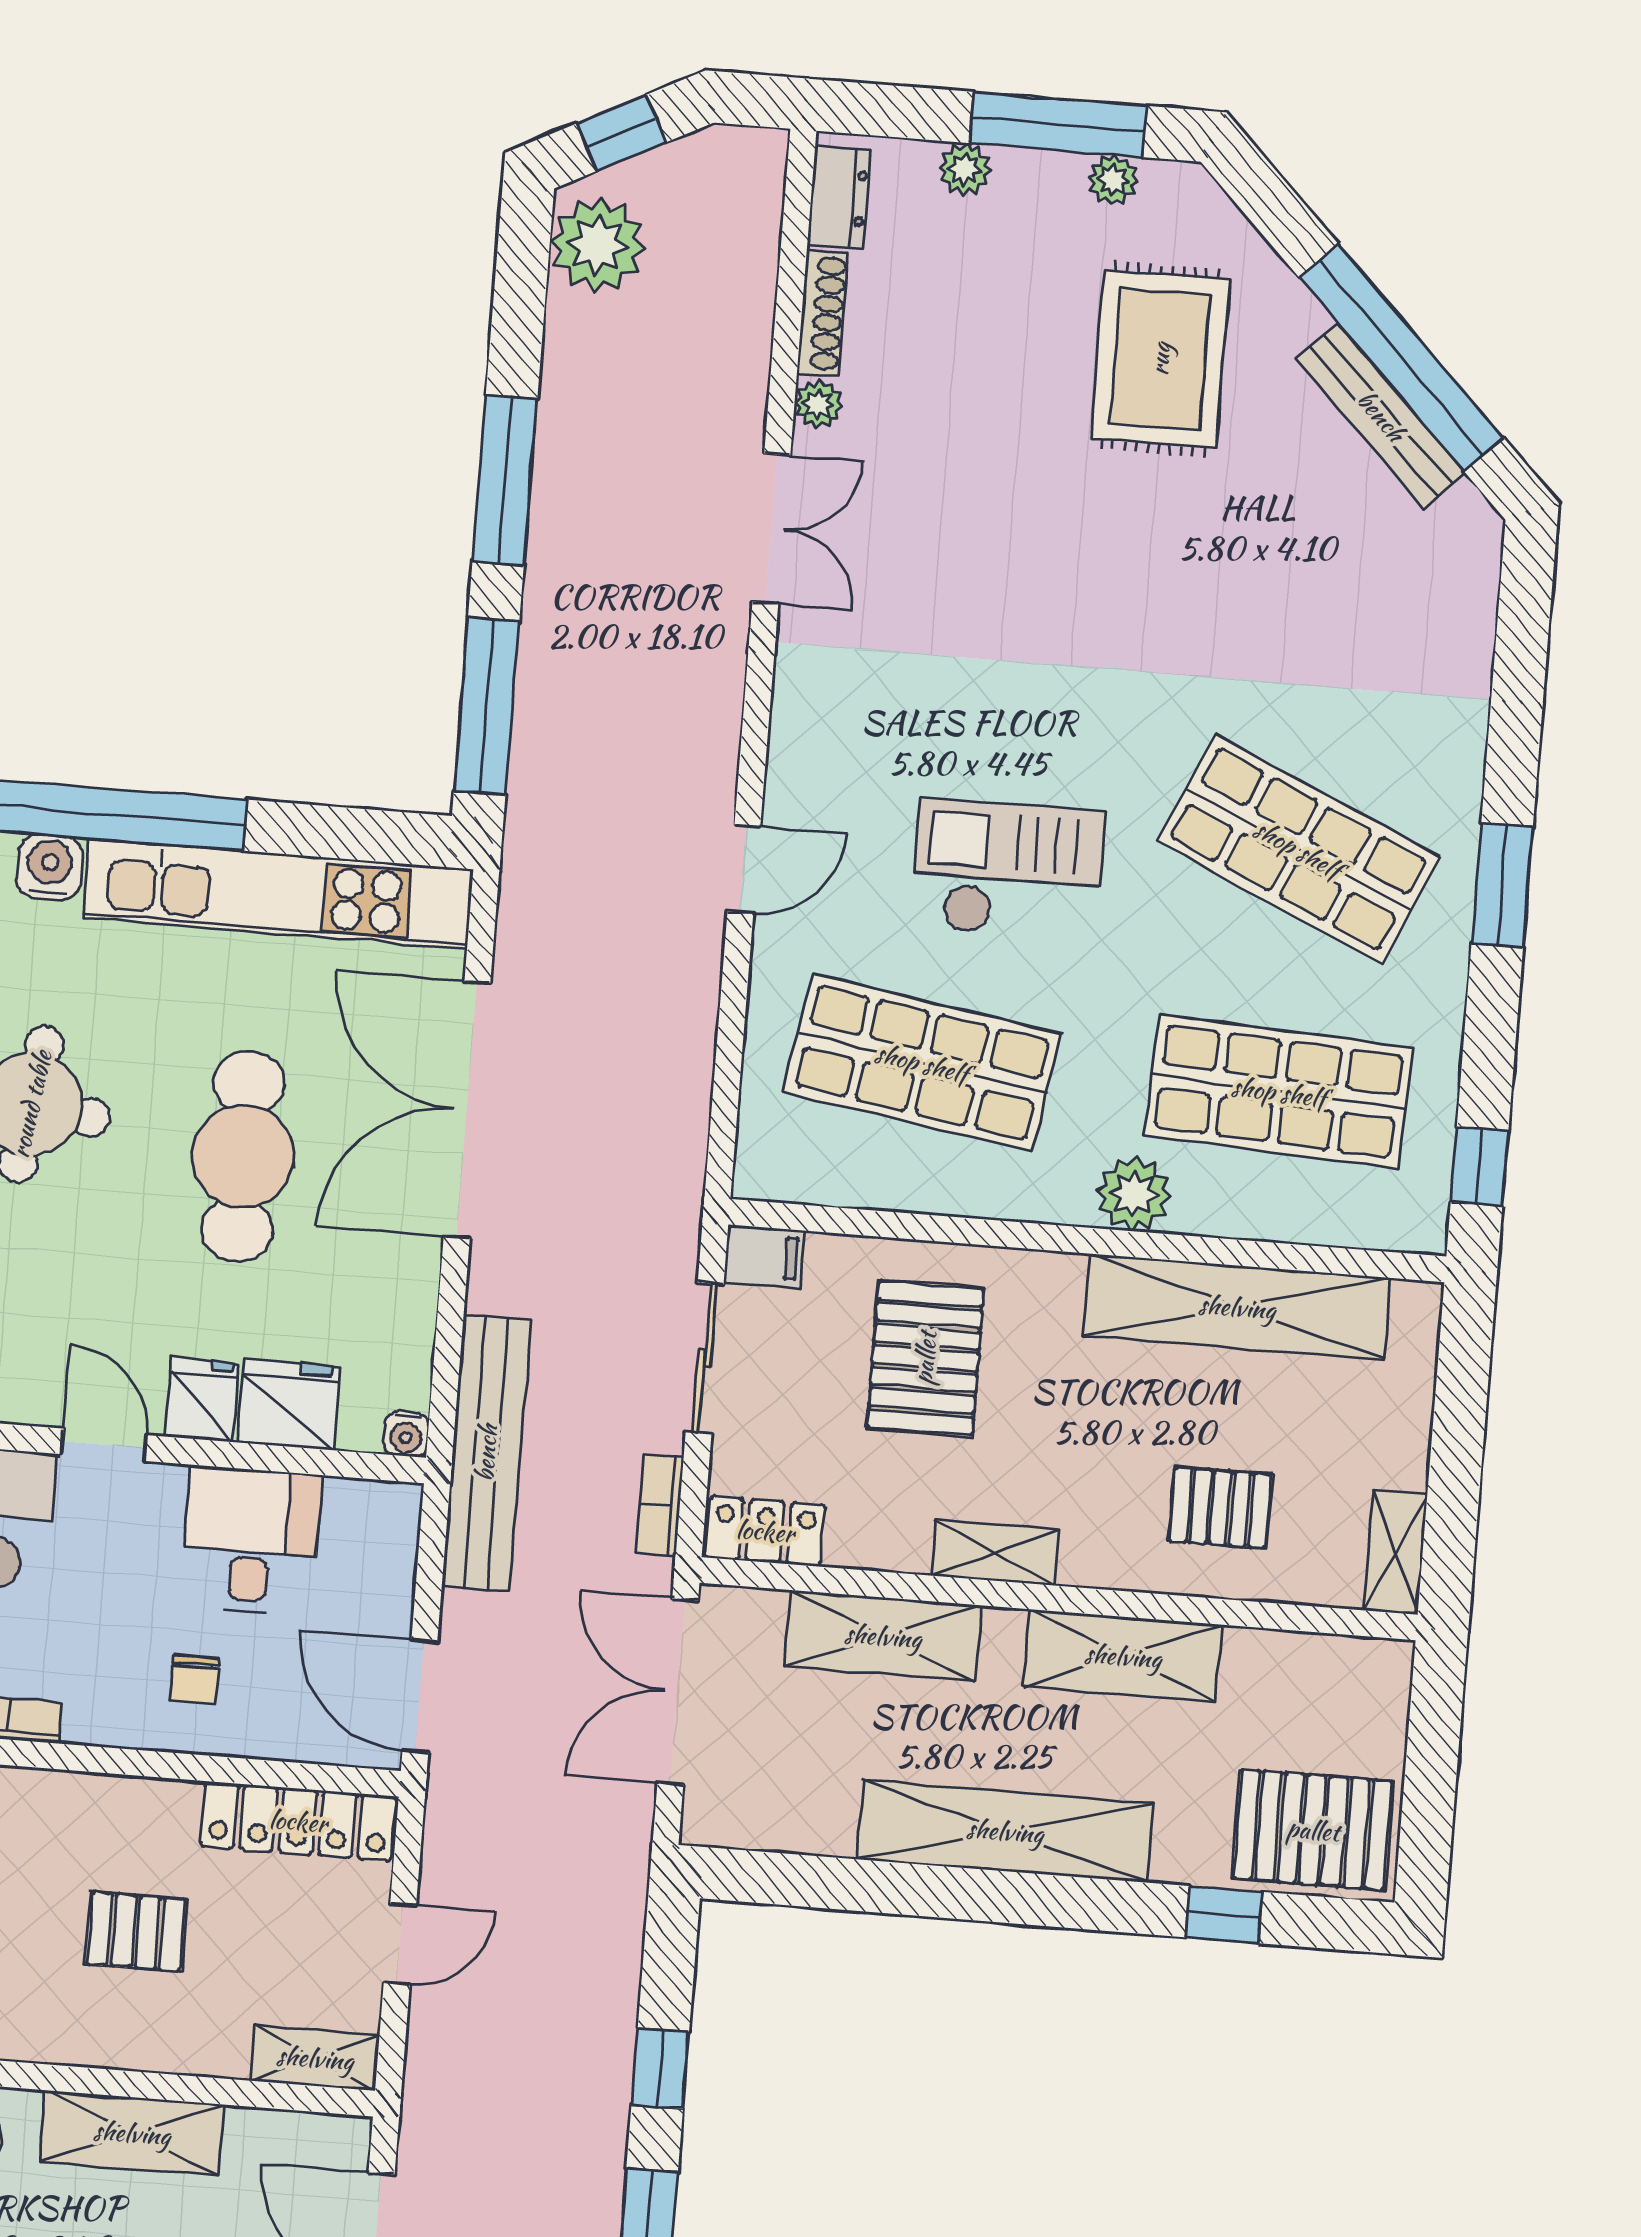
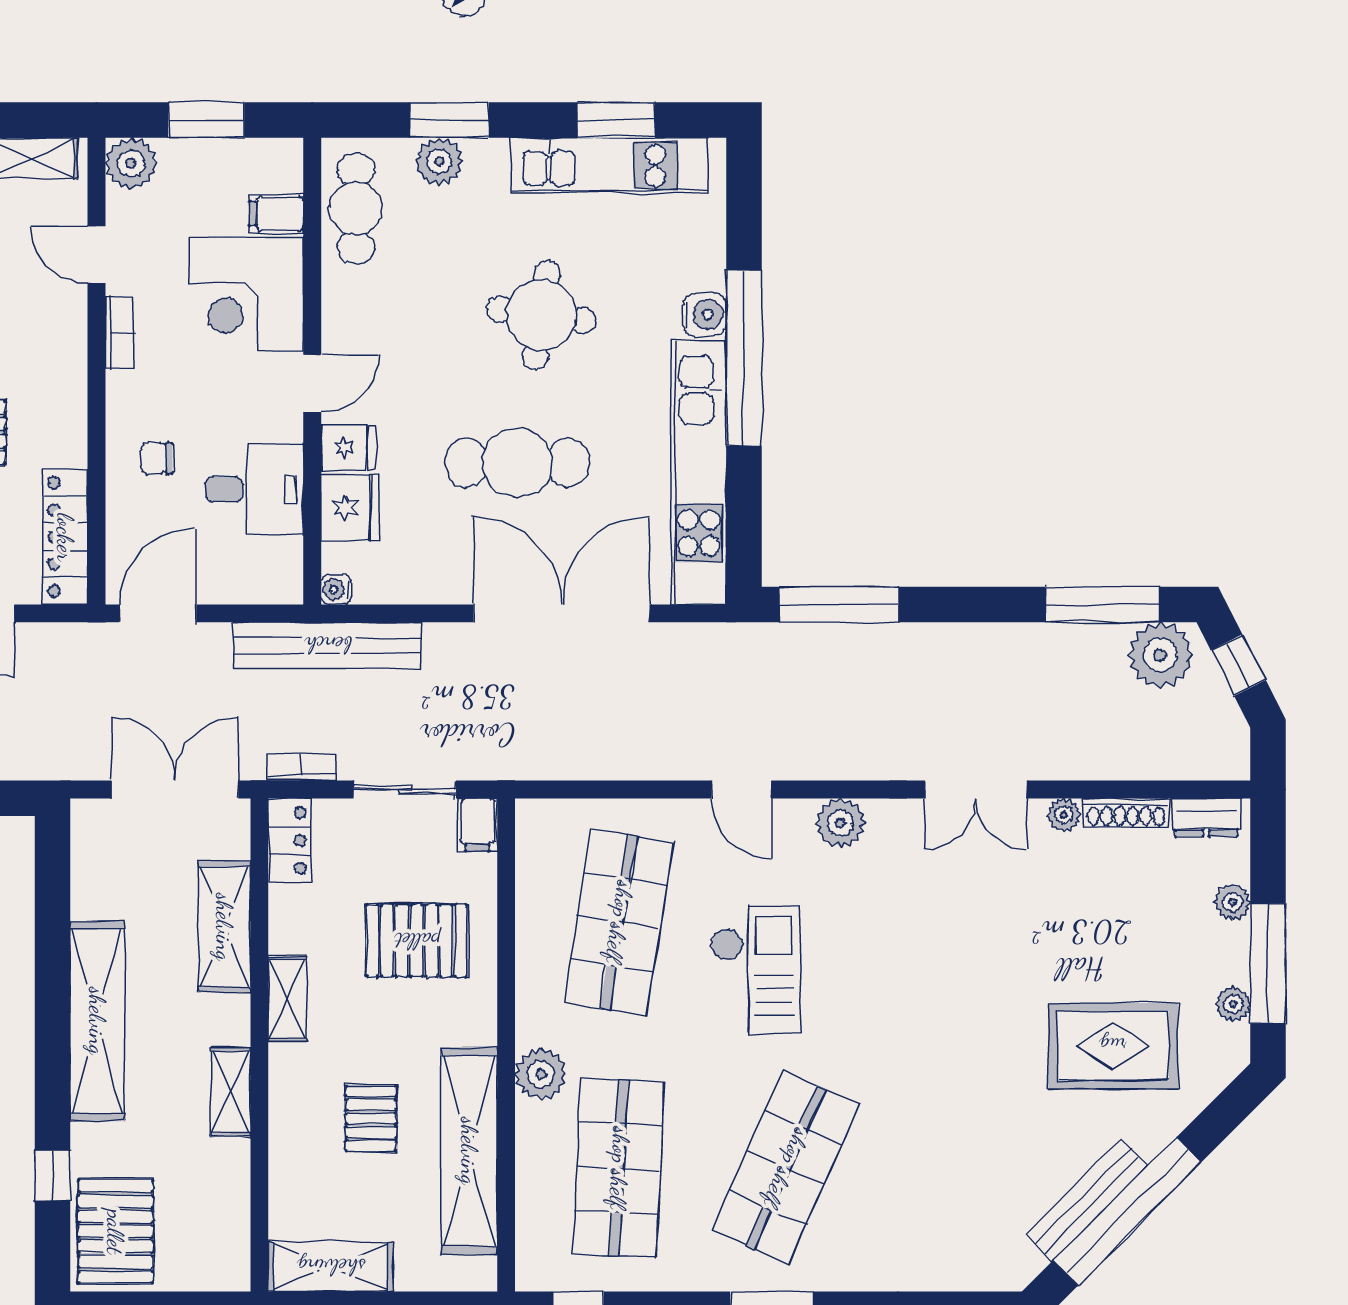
window: (505, 480) -> (1103, 605), moved
plant: (804, 729) -> (840, 823), added
pallet: (1220, 1508) -> (371, 1119), moved
shelving: (1395, 1552) -> (331, 1267), width x1.50, depth x1.33
shelving: (1123, 1656) -> (231, 1092), width x0.67, depth x0.75

